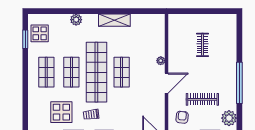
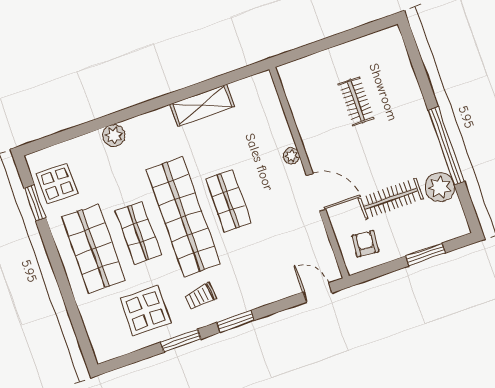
shelving: (114, 20) -> (202, 105), moved
shop shelf: (46, 72) -> (93, 248), width x1.43, depth x1.36
door: (167, 83) -> (316, 192), hinge flipped
plant: (229, 118) -> (440, 187), moved

